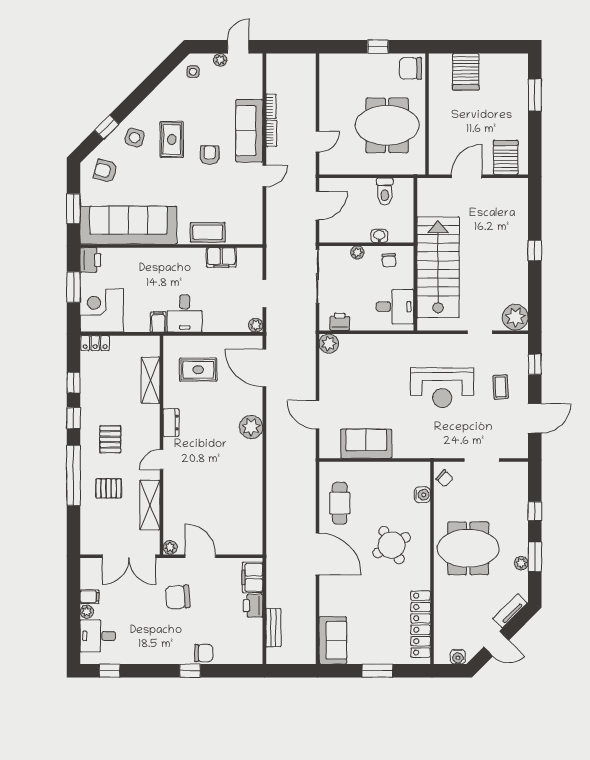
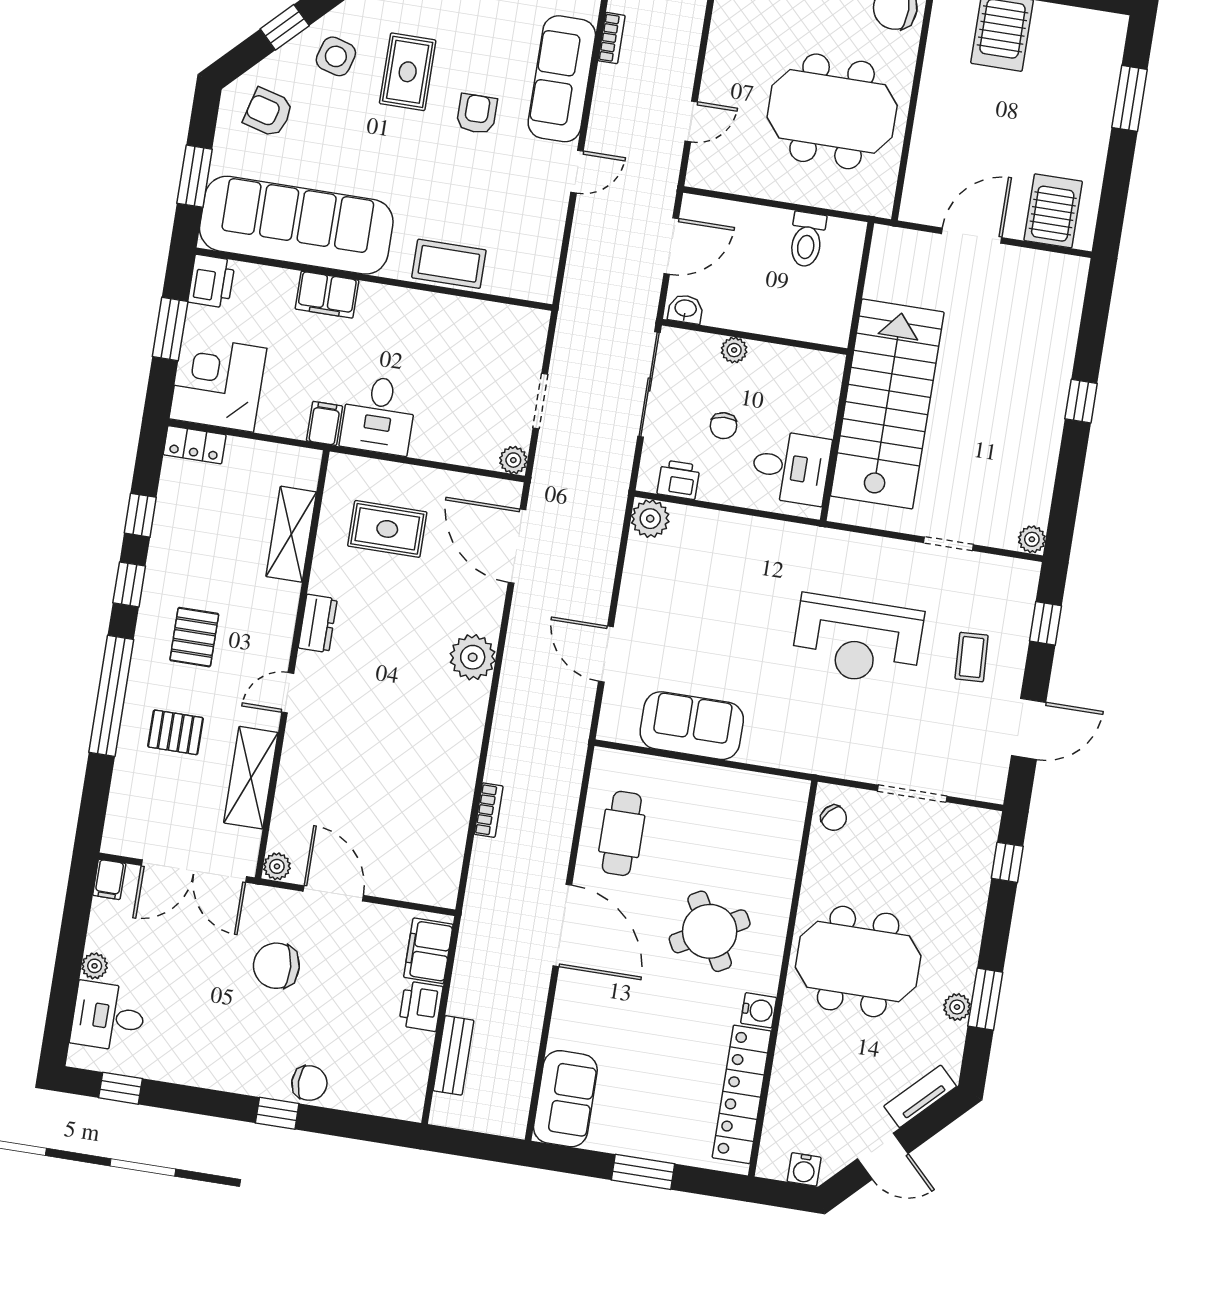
bookcase: (271, 133) -> (489, 810), moved
washbasin: (379, 236) -> (686, 309), moved
filing cabinet: (221, 257) -> (327, 295), moved
chair: (389, 260) -> (723, 426), moved
plant: (515, 317) -> (1032, 539), width x0.53, depth x0.53
water cooler: (422, 495) -> (759, 1010), moved
window: (535, 511) -> (1007, 862), moved
filing cabinet: (90, 597) -> (109, 879), moved, turned 90

